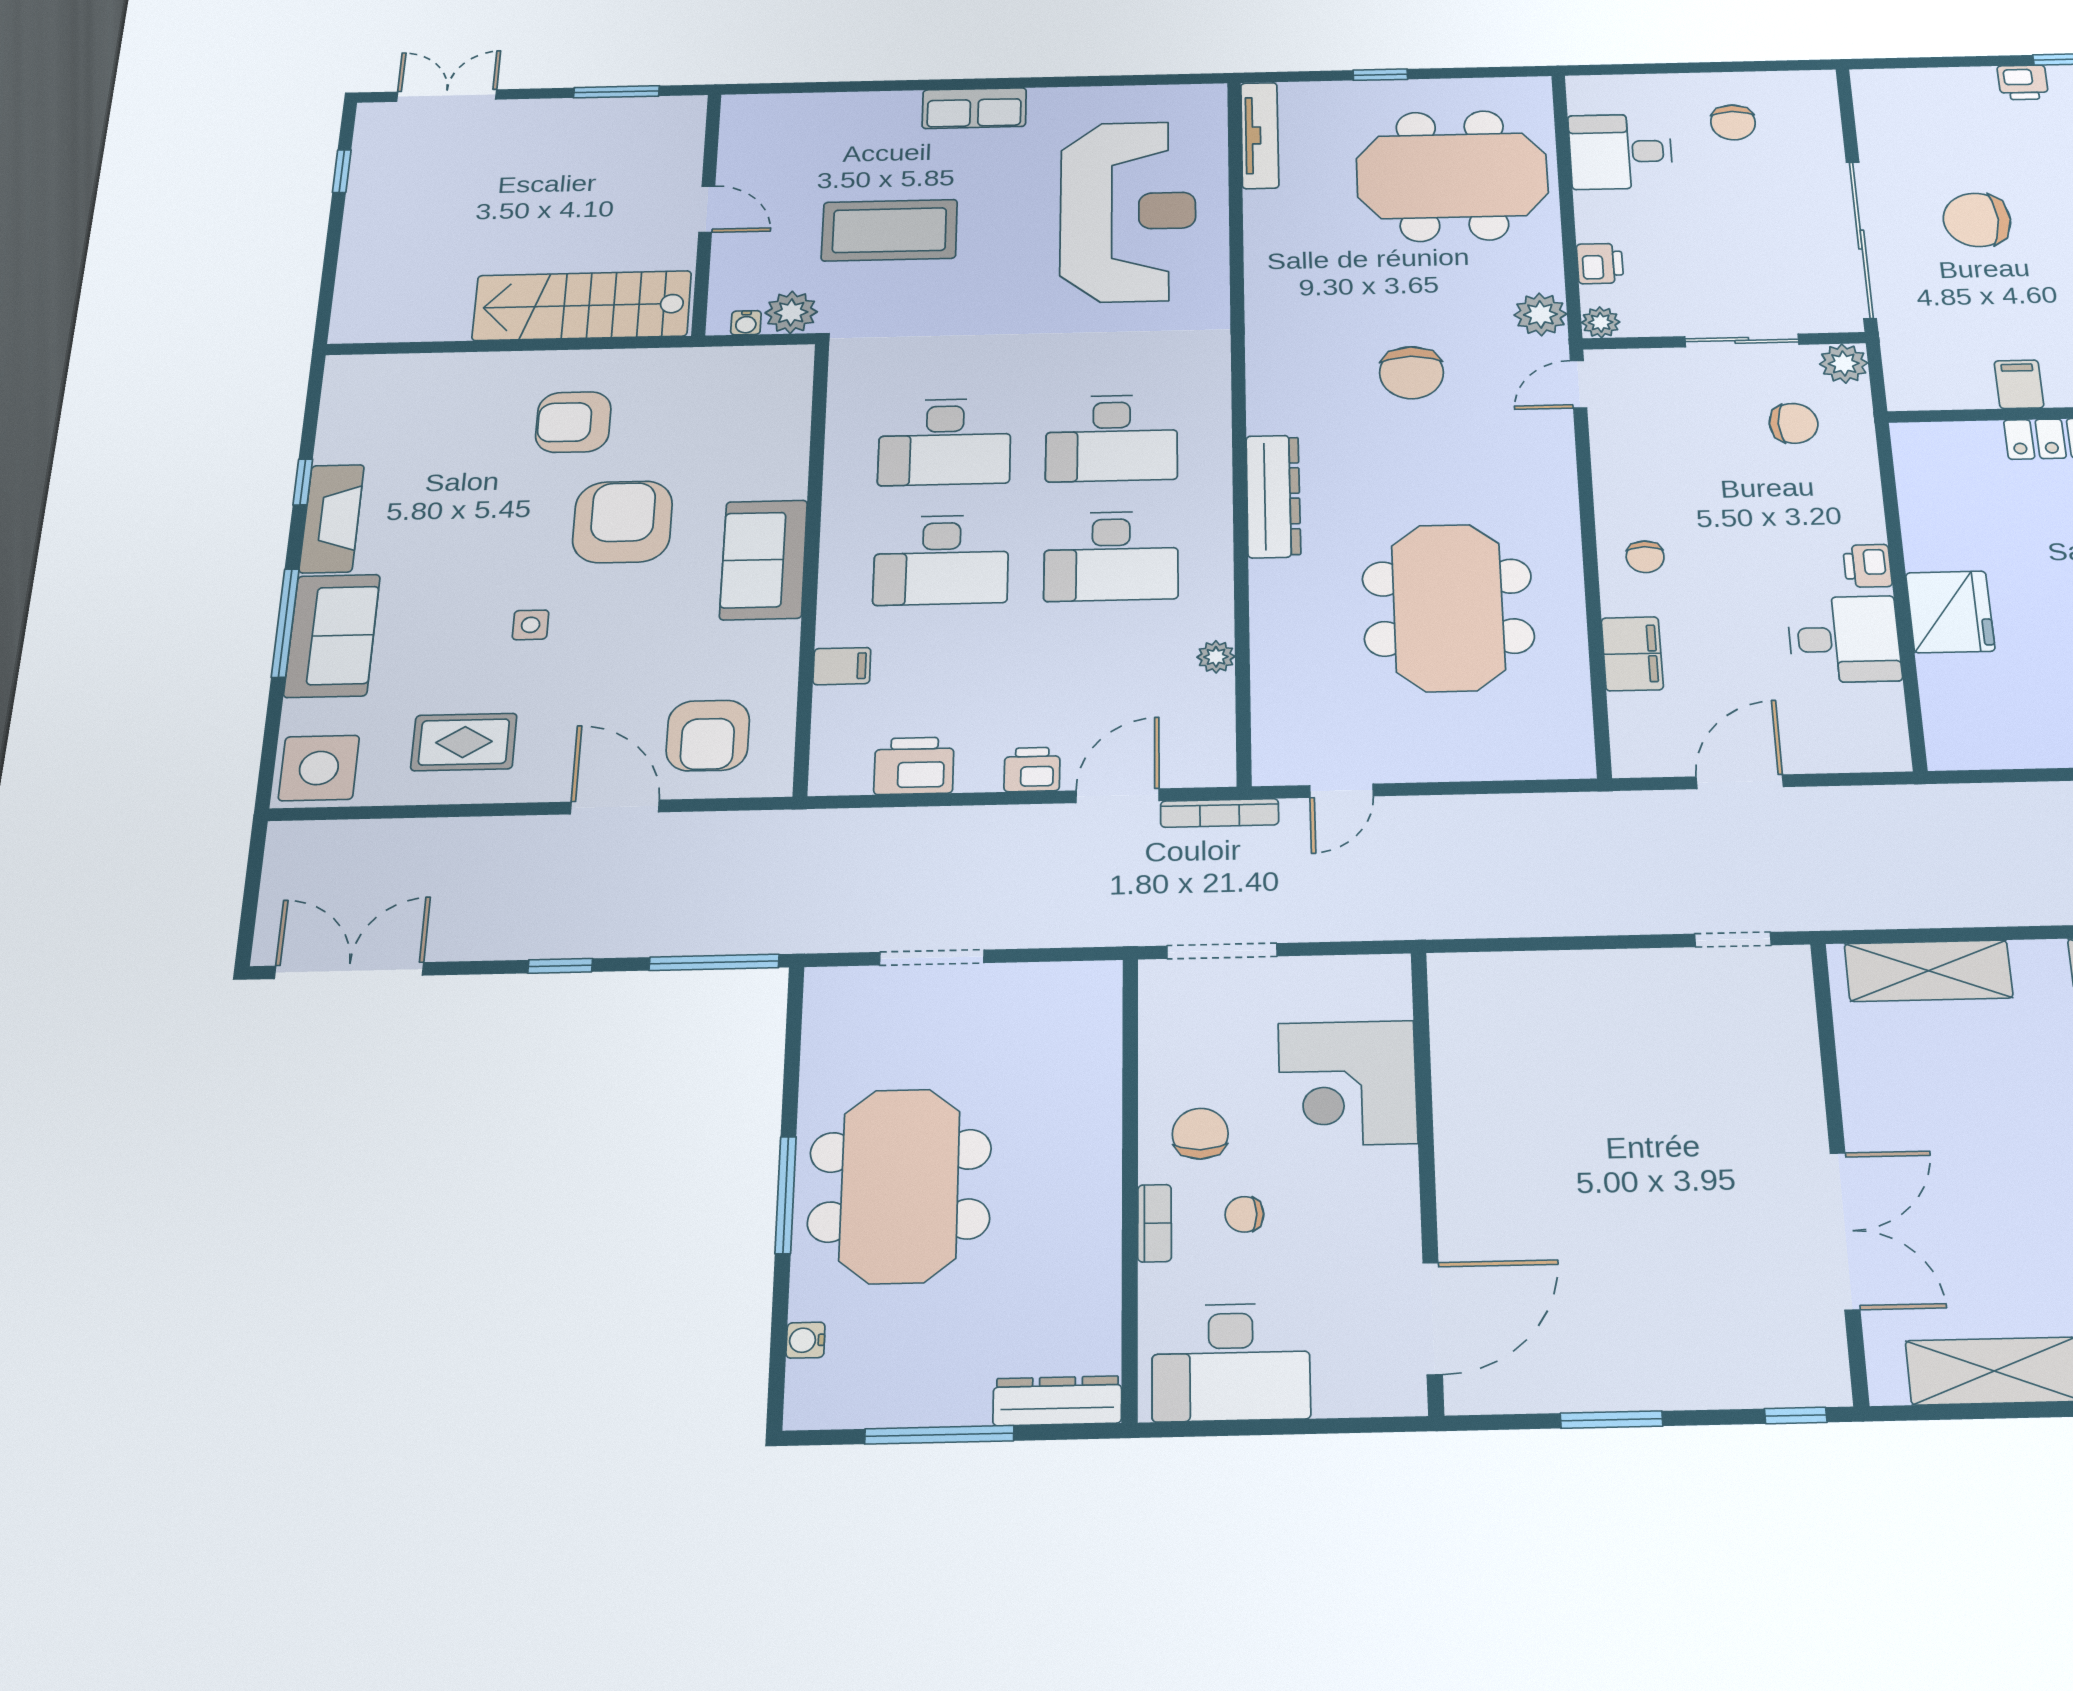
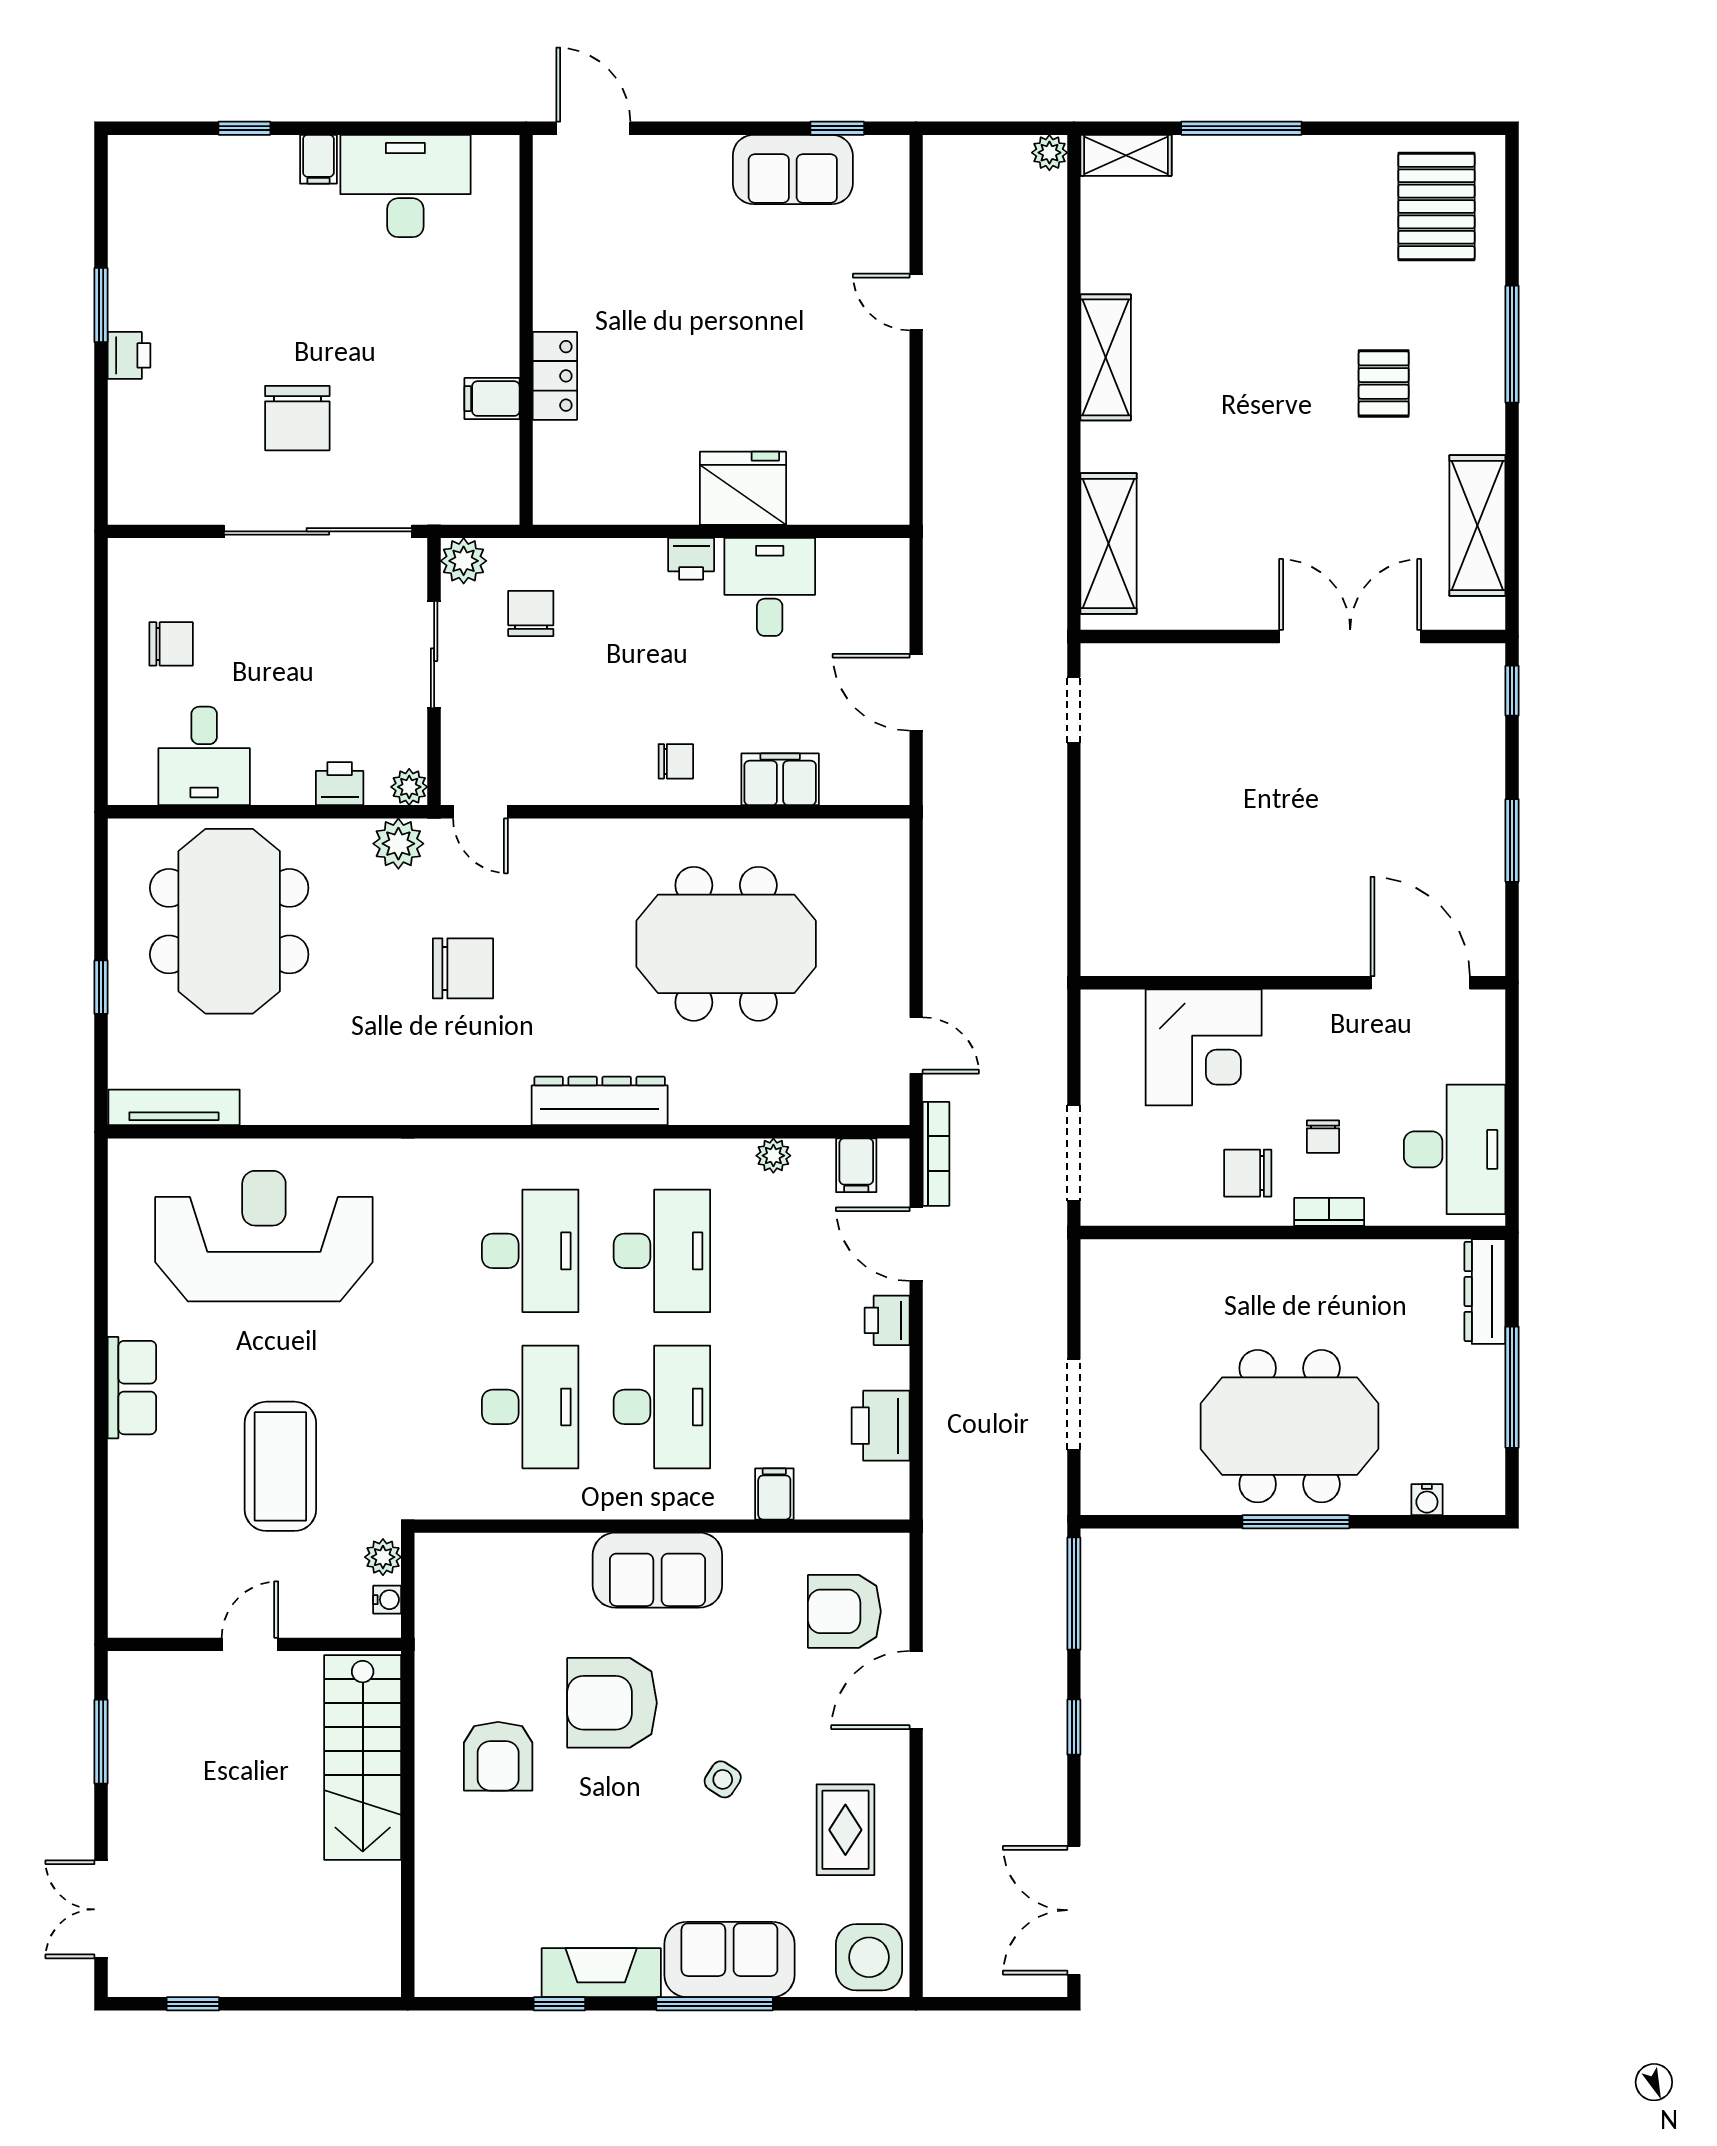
plant: (791, 312) -> (383, 1557), width x0.73, depth x0.73
side table: (531, 625) -> (723, 1779), turned 33
armchair: (708, 736) -> (844, 1611), turned 180
filing cabinet: (1206, 736) -> (856, 1165), added

